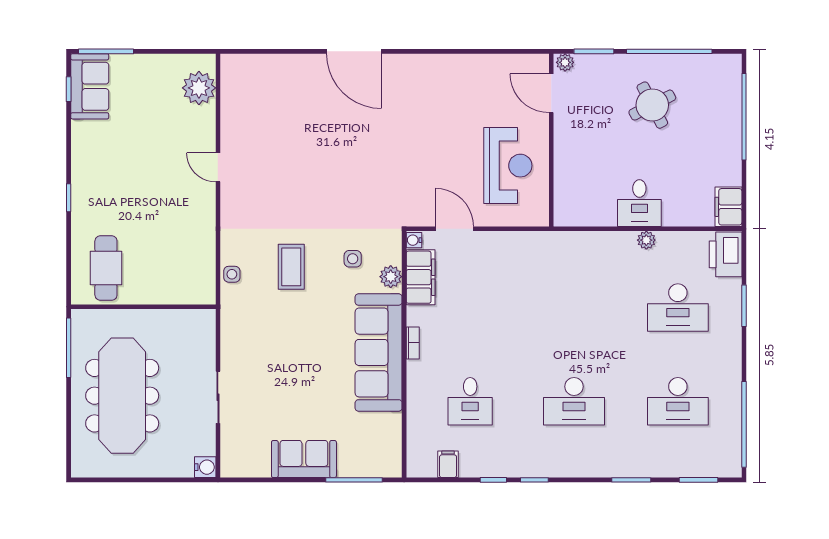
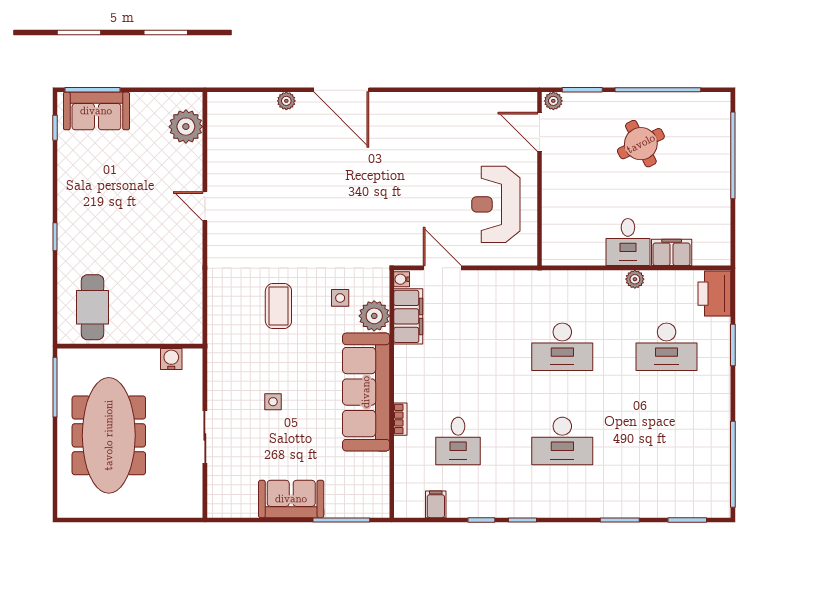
plant: (299, 62) -> (286, 101), added
sofa: (90, 86) -> (96, 111), moved, turned 90
reception desk: (508, 166) -> (496, 204), turned 180
filing cabinet: (728, 207) -> (672, 252), moved, turned 90
side table: (232, 274) -> (273, 402), moved
plant: (391, 277) -> (374, 316), width x1.36, depth x1.36
bookcase: (413, 343) -> (400, 419), moved
desk: (678, 401) -> (562, 347), moved
water cooler: (205, 467) -> (171, 359), moved, turned -90

